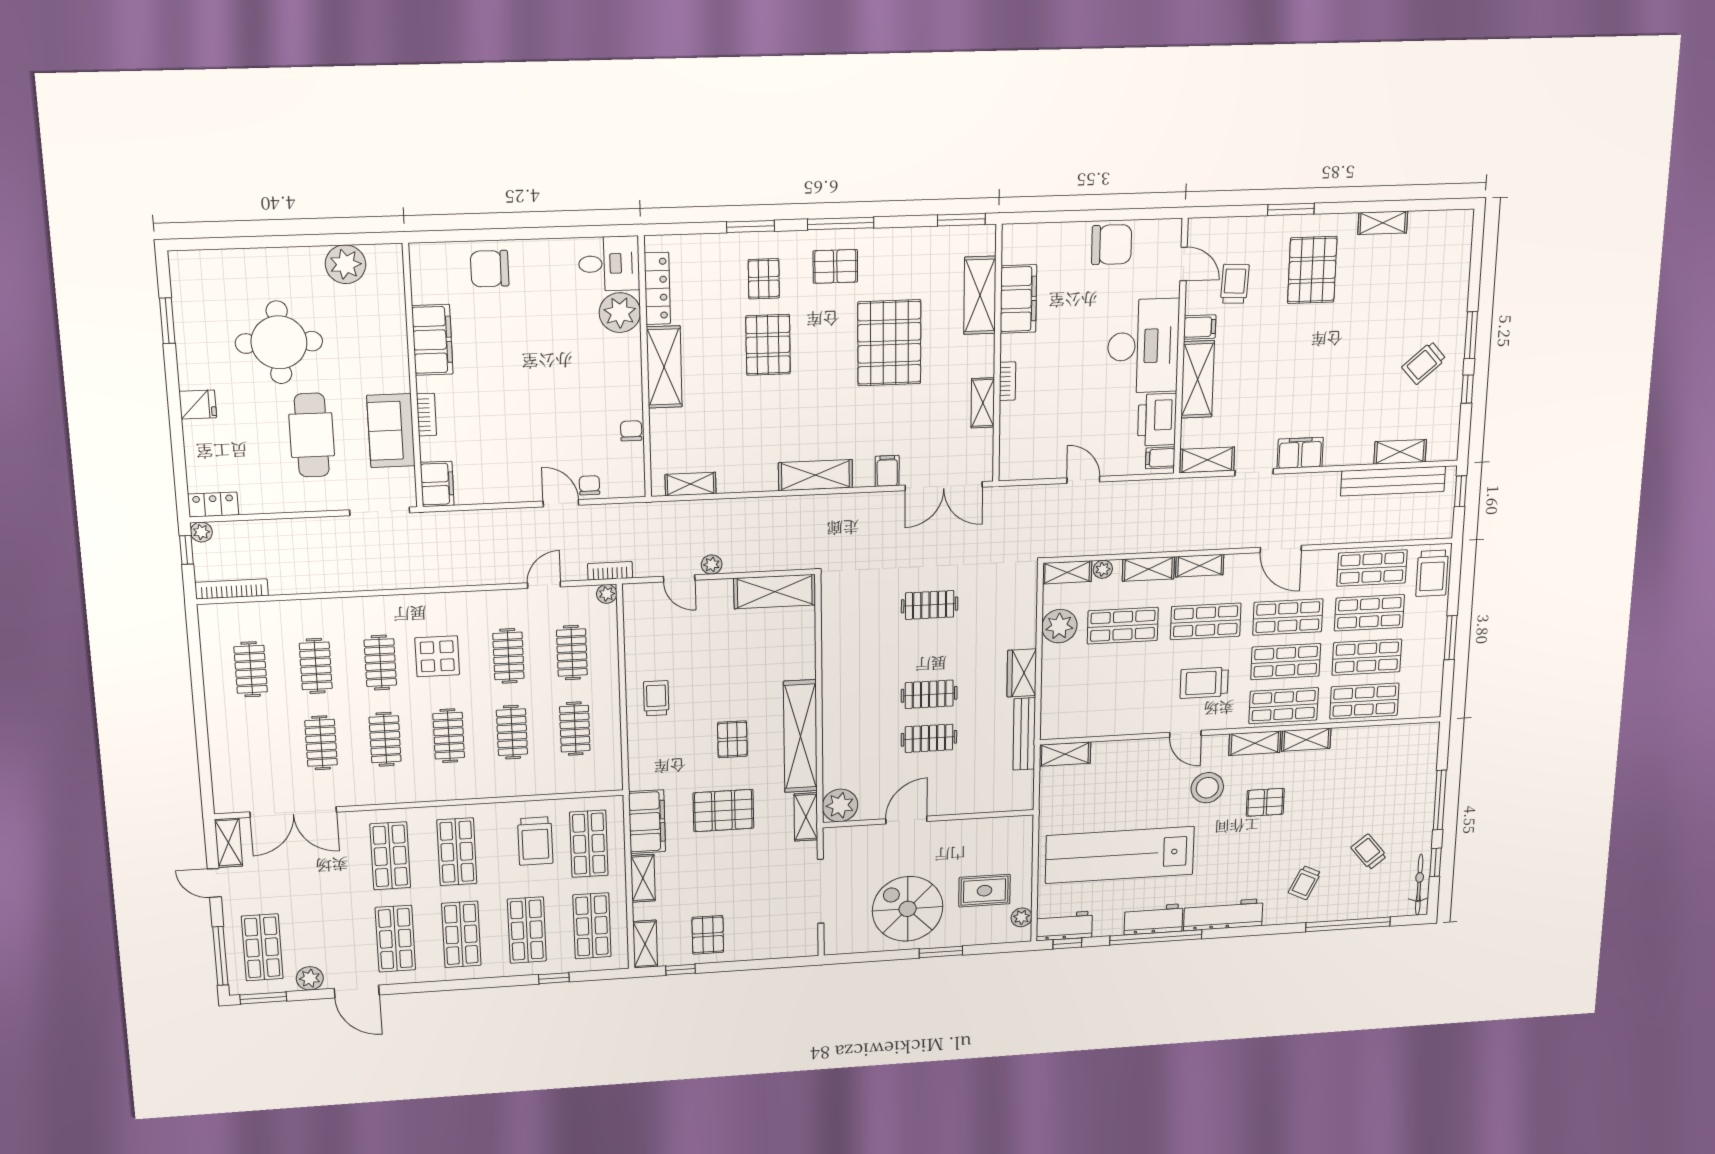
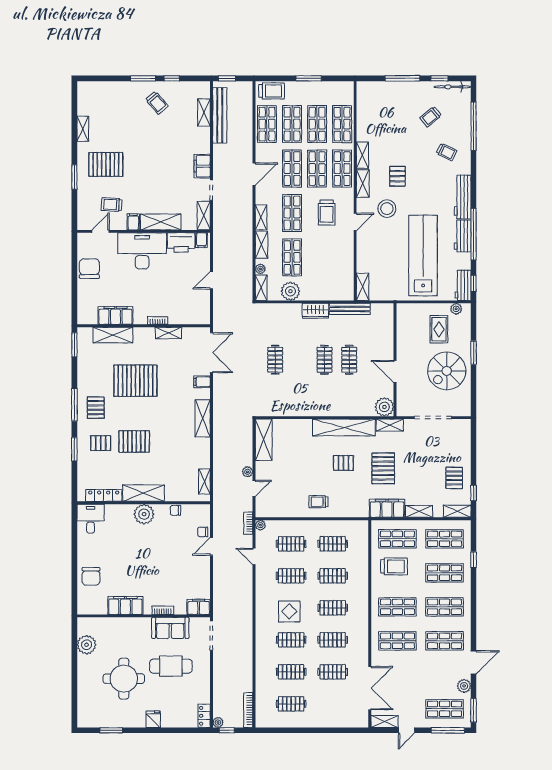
plant: (620, 313) -> (144, 514), moved
lab bench: (1120, 855) -> (423, 256), turned 180
pallet: (708, 935) -> (454, 478), turned 90

